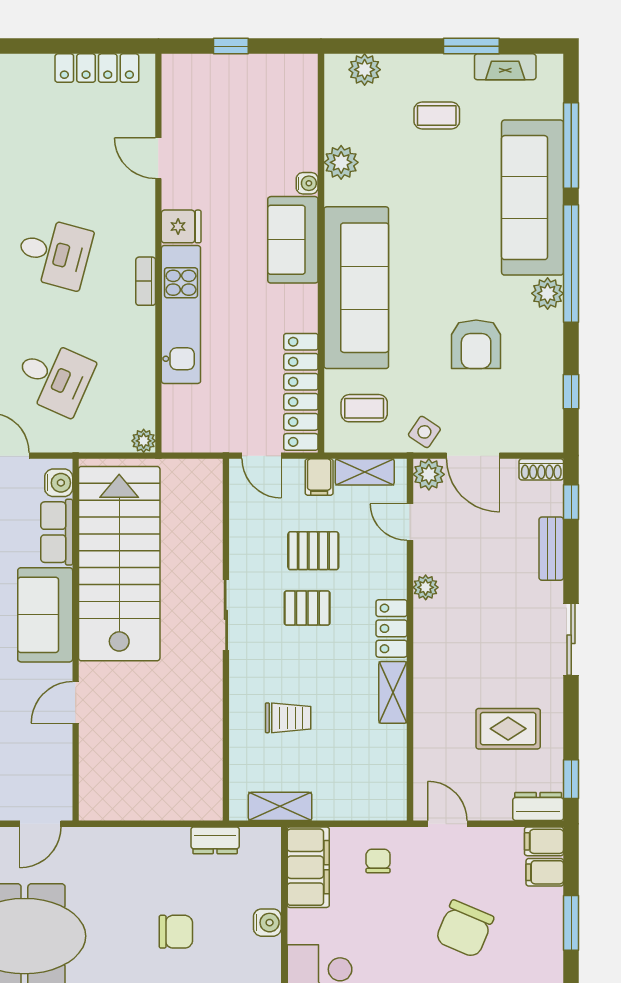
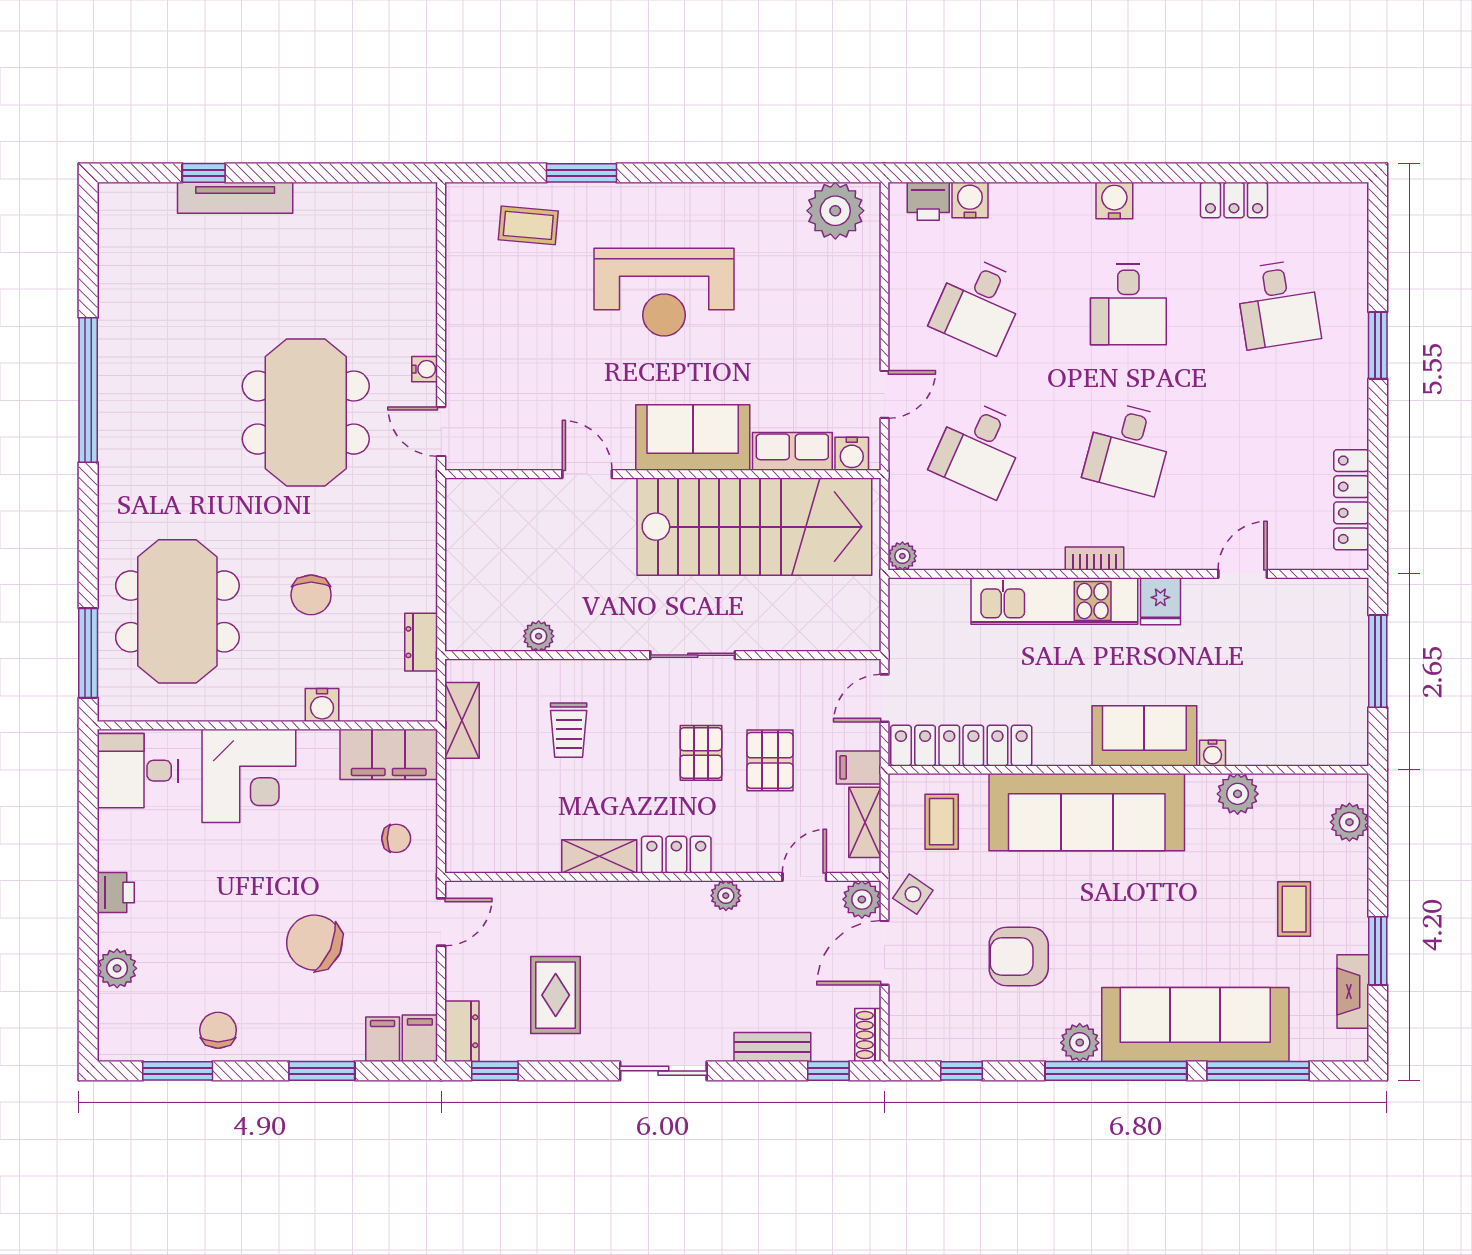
window: (231, 46) -> (1378, 661), width x2.17
plant: (210, 743) -> (539, 636), added

